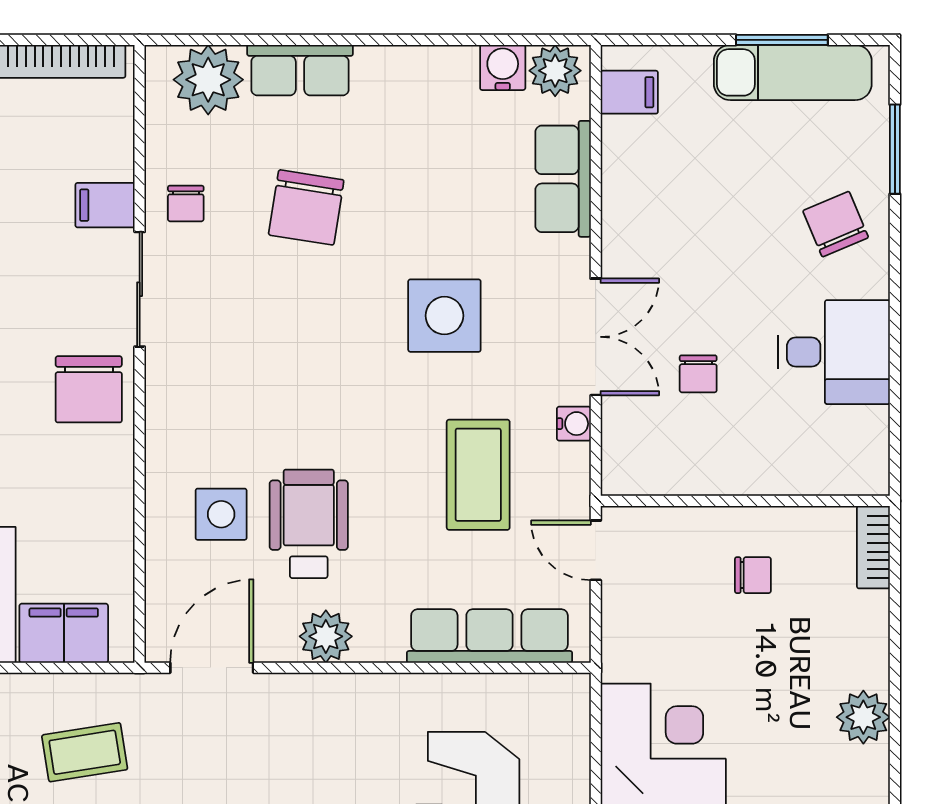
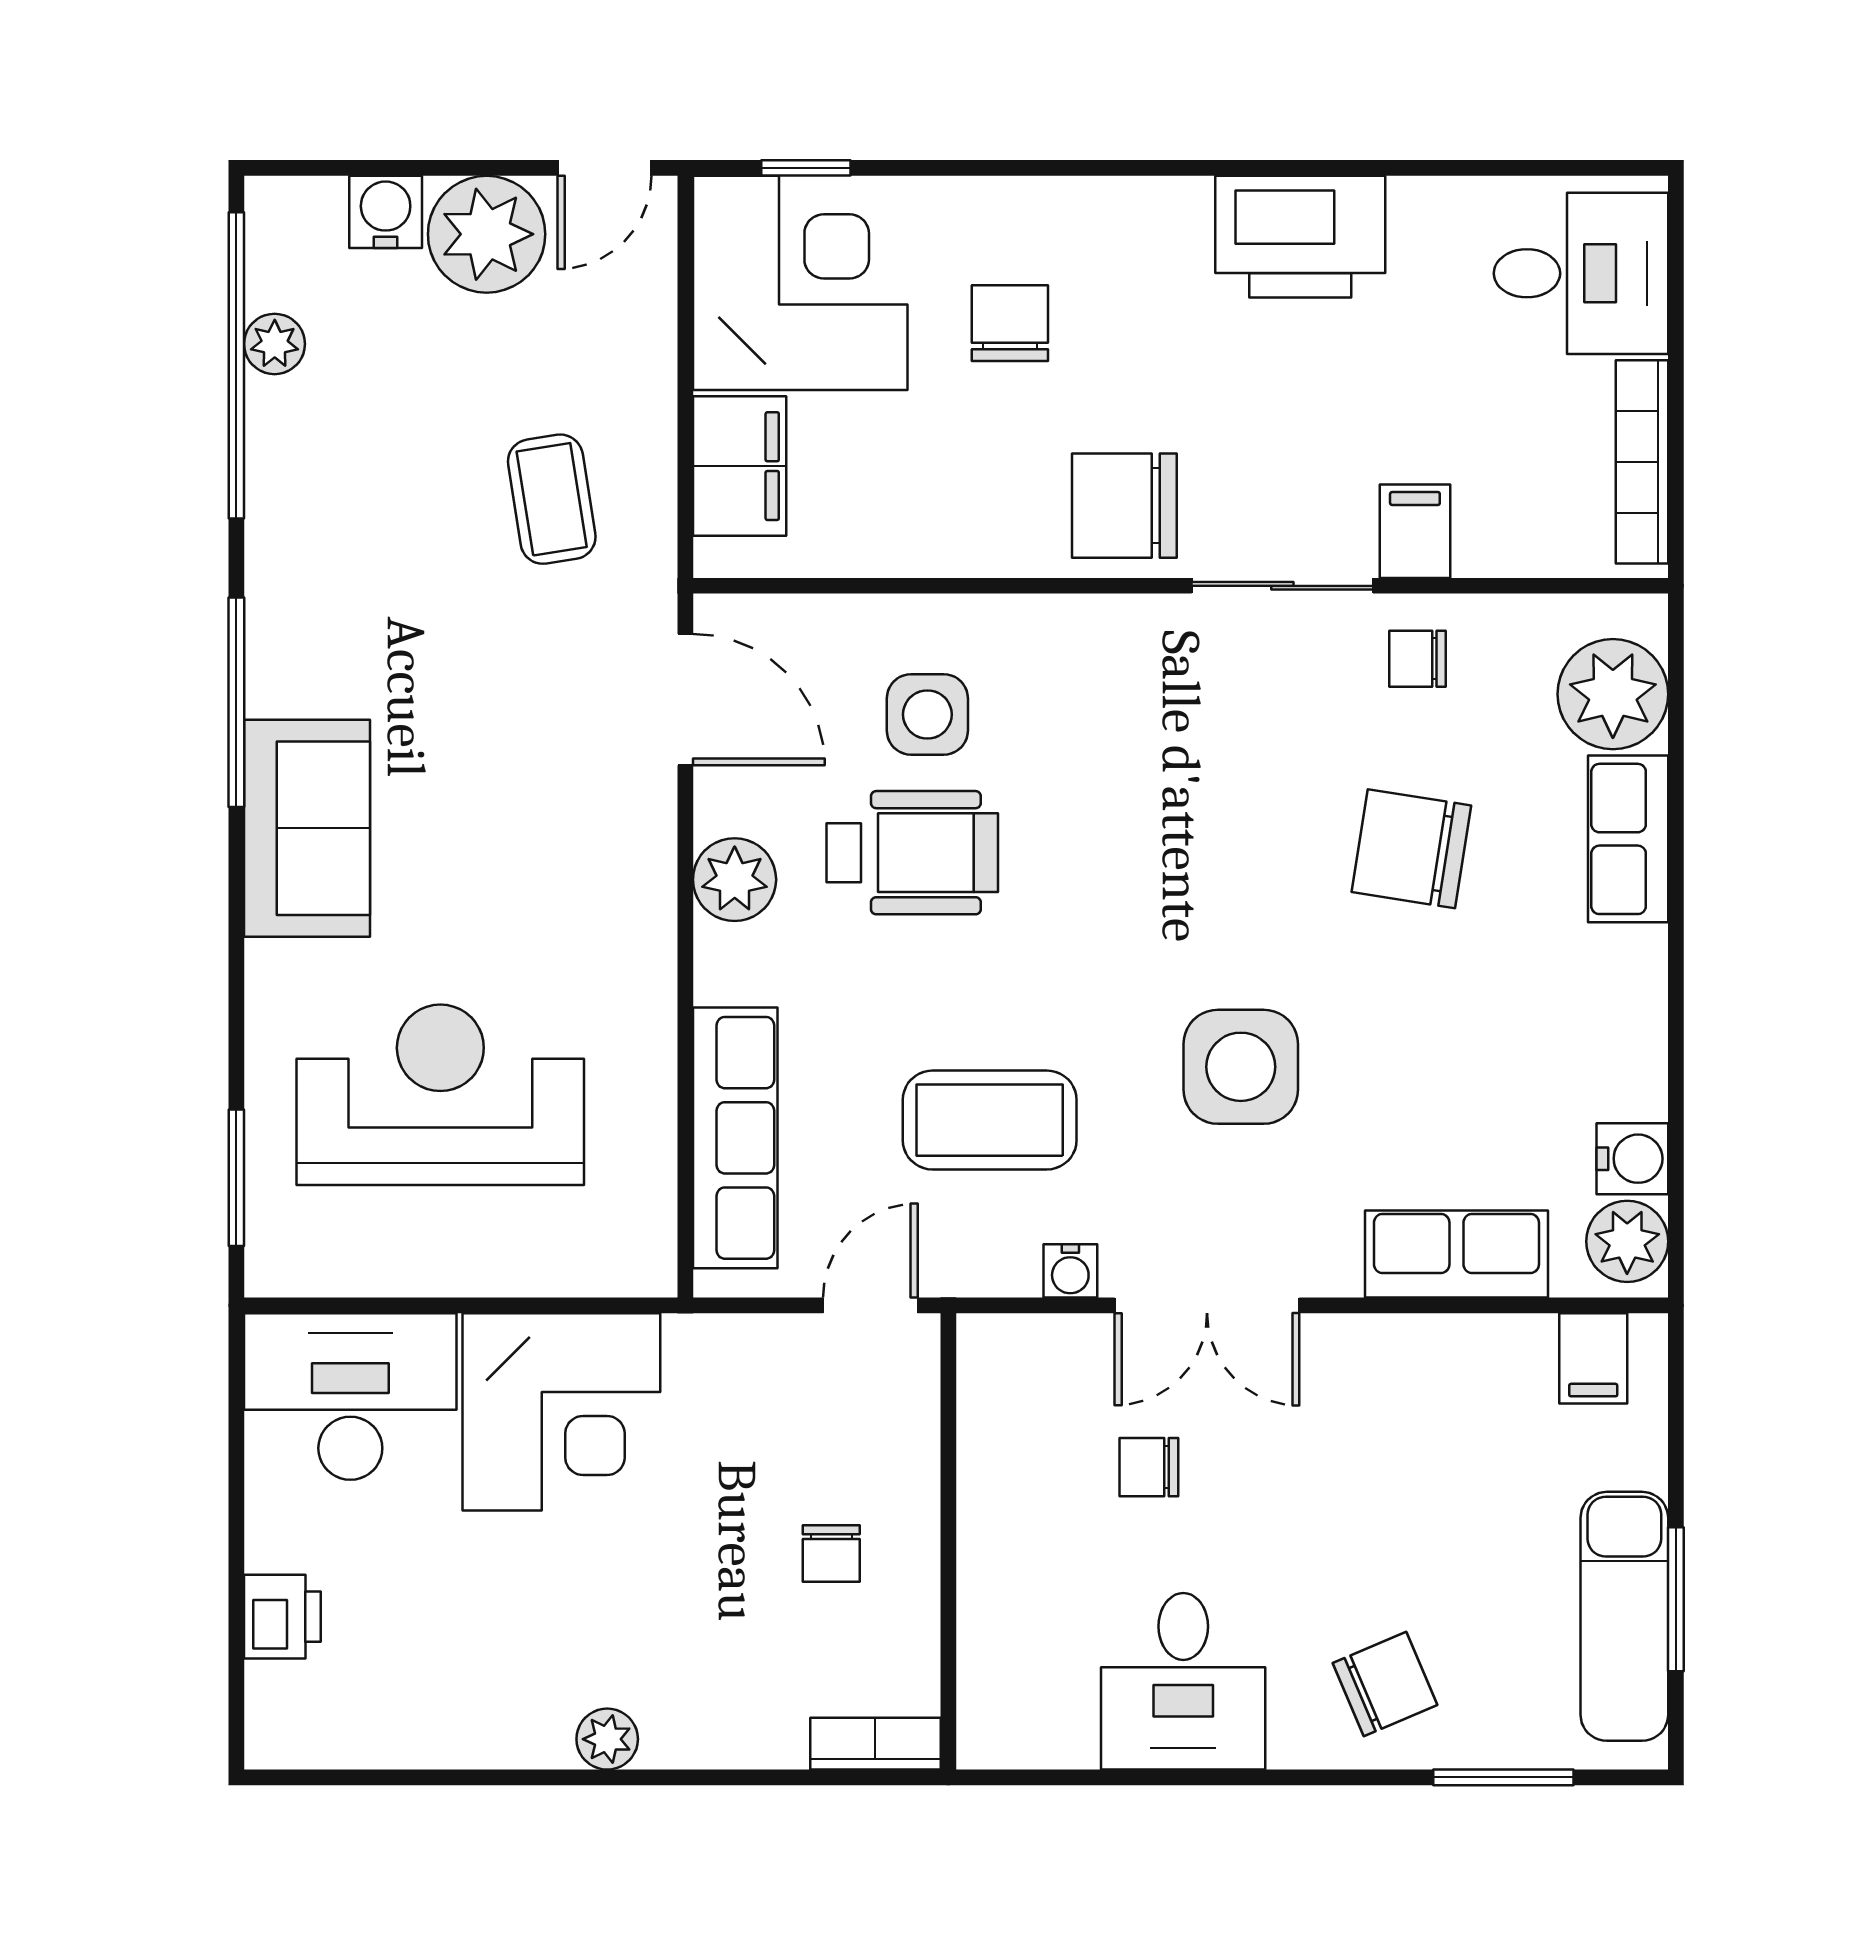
plant: (863, 717) -> (607, 1739), width x0.73, depth x0.73

